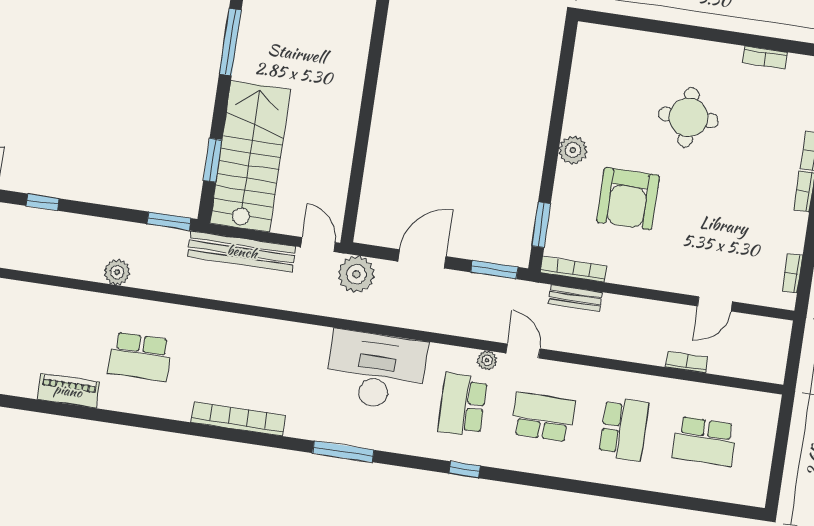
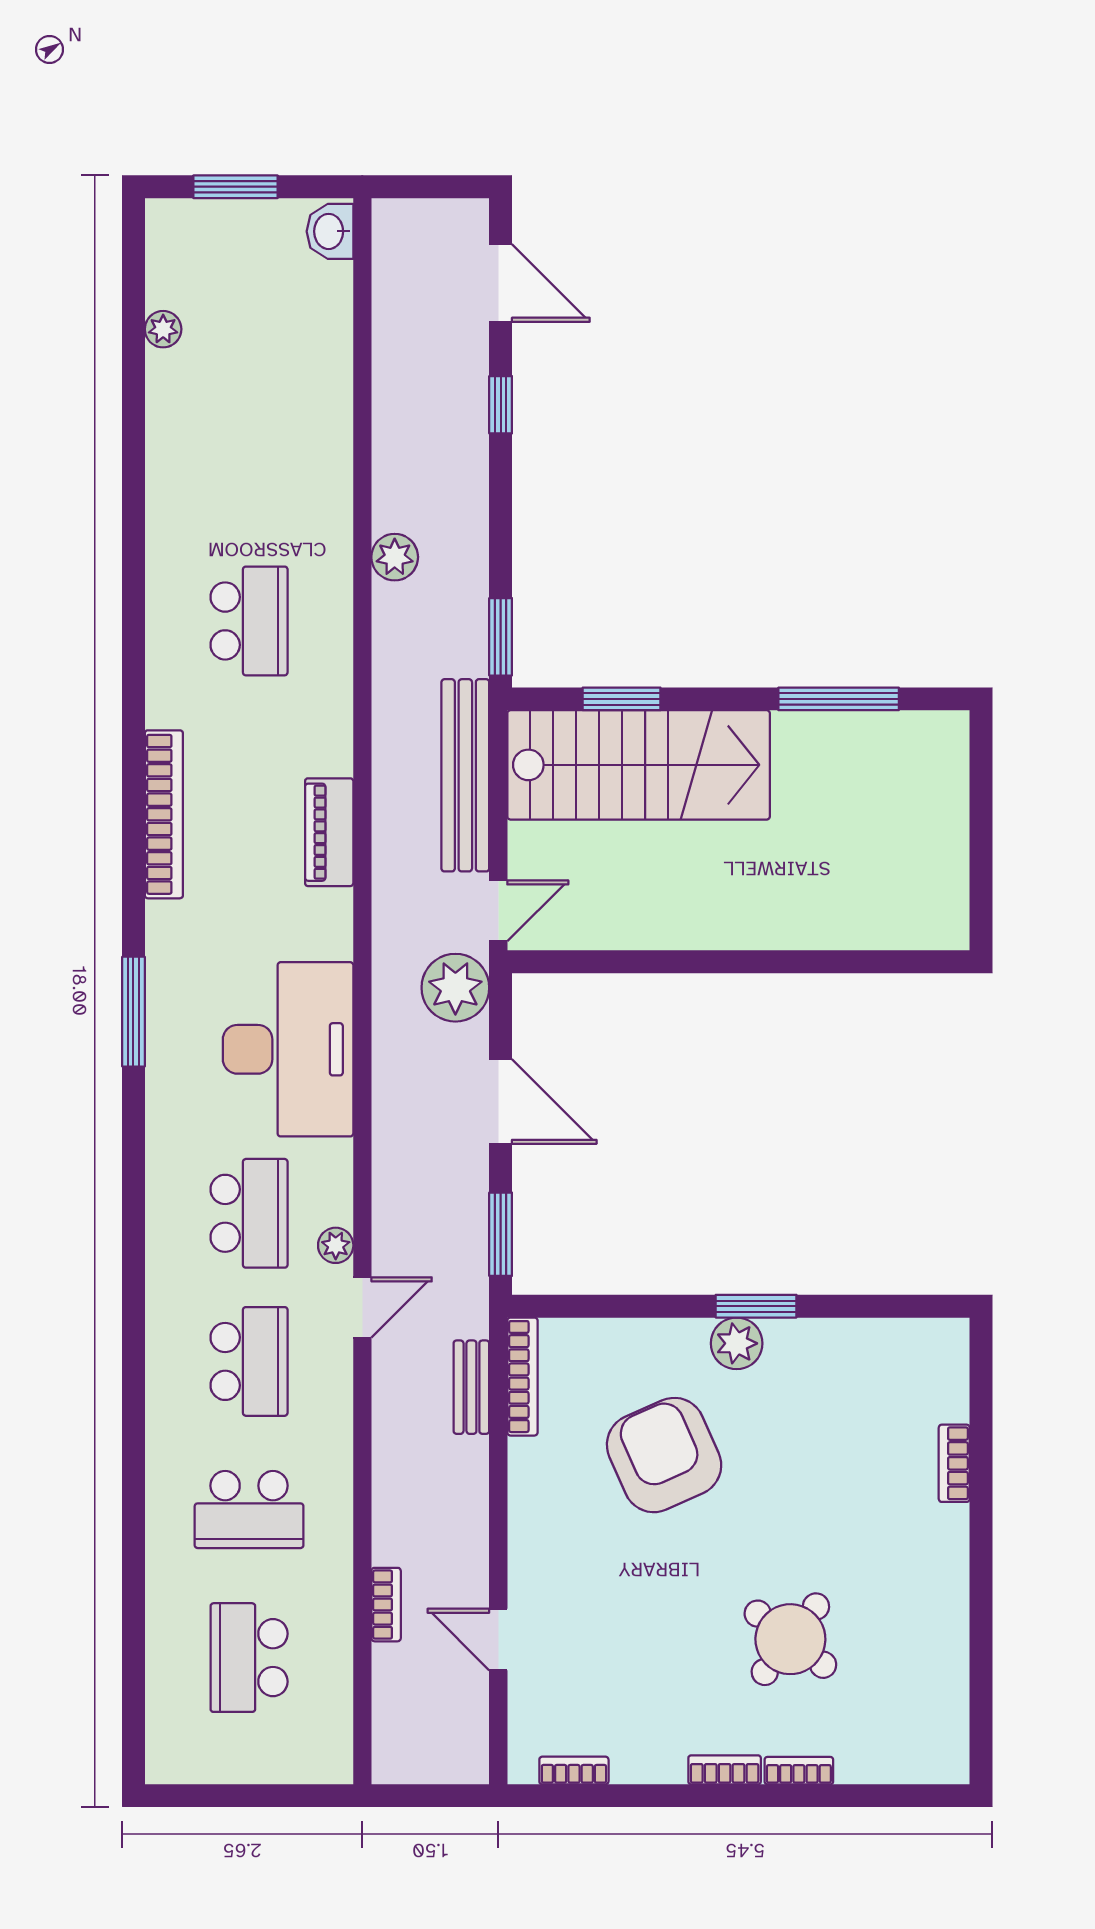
bookcase: (765, 58) -> (954, 1463), moved
round table: (688, 117) -> (790, 1639), moved, turned 38
armchair: (628, 199) -> (664, 1455), turned 66
window: (541, 225) -> (756, 1306), moved
school desk: (140, 357) -> (249, 621), turned 180
piano: (68, 391) -> (329, 832), moved, turned 180
school desk: (462, 405) -> (249, 1213), turned 90
window: (465, 470) -> (133, 1235), removed

